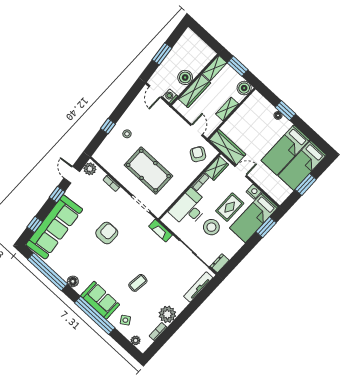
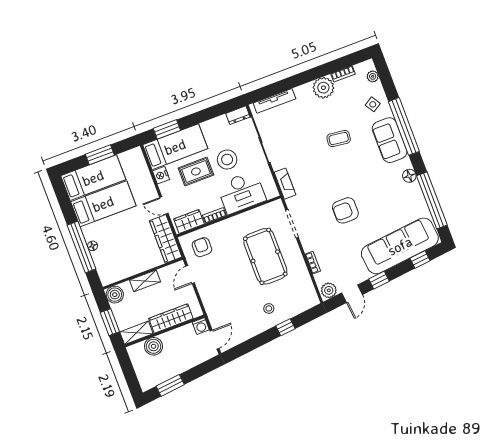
window: (162, 54) -> (170, 385), moved
boiler: (185, 77) -> (154, 346), moved
window: (286, 111) -> (82, 247), width x2.11
armchair: (198, 154) -> (202, 247), turned 147

